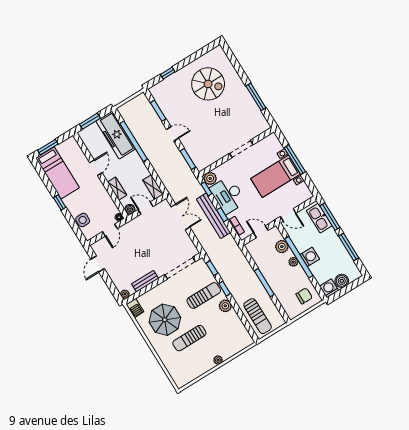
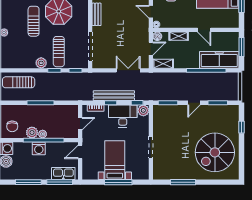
spiral stairs: (208, 84) -> (215, 152), width x1.37, depth x1.37
double door: (180, 217) -> (128, 70), swing flipped
plant: (282, 247) -> (32, 132), moved

